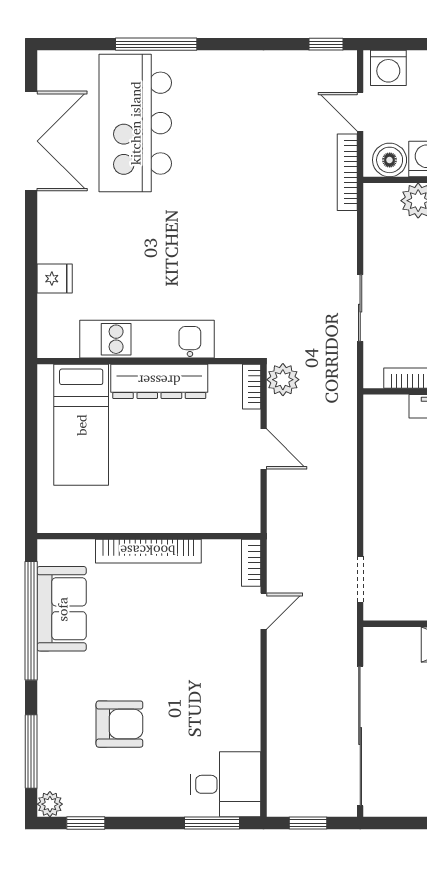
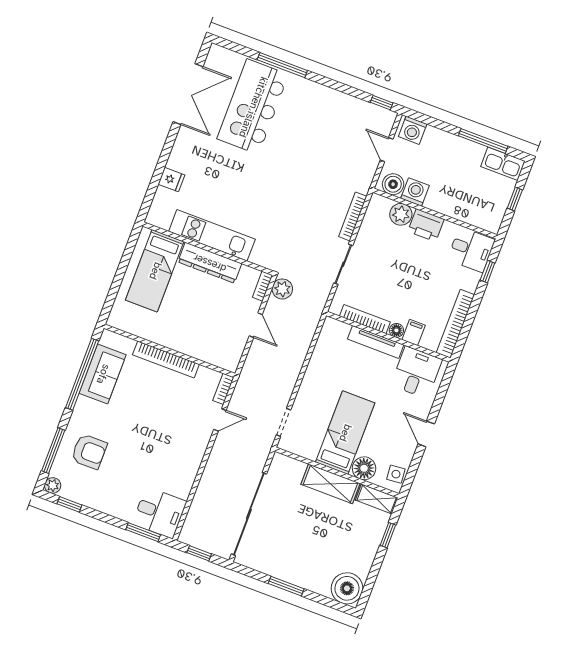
bookcase: (347, 172) -> (353, 216), moved
armchair: (119, 724) -> (89, 452), moved

